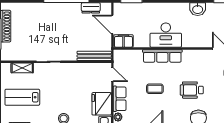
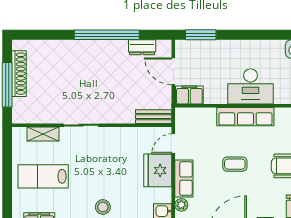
bench: (94, 56) -> (154, 117), width x0.73
door: (112, 75) -> (173, 144), swing flipped
fridge: (102, 104) -> (158, 170), moved

